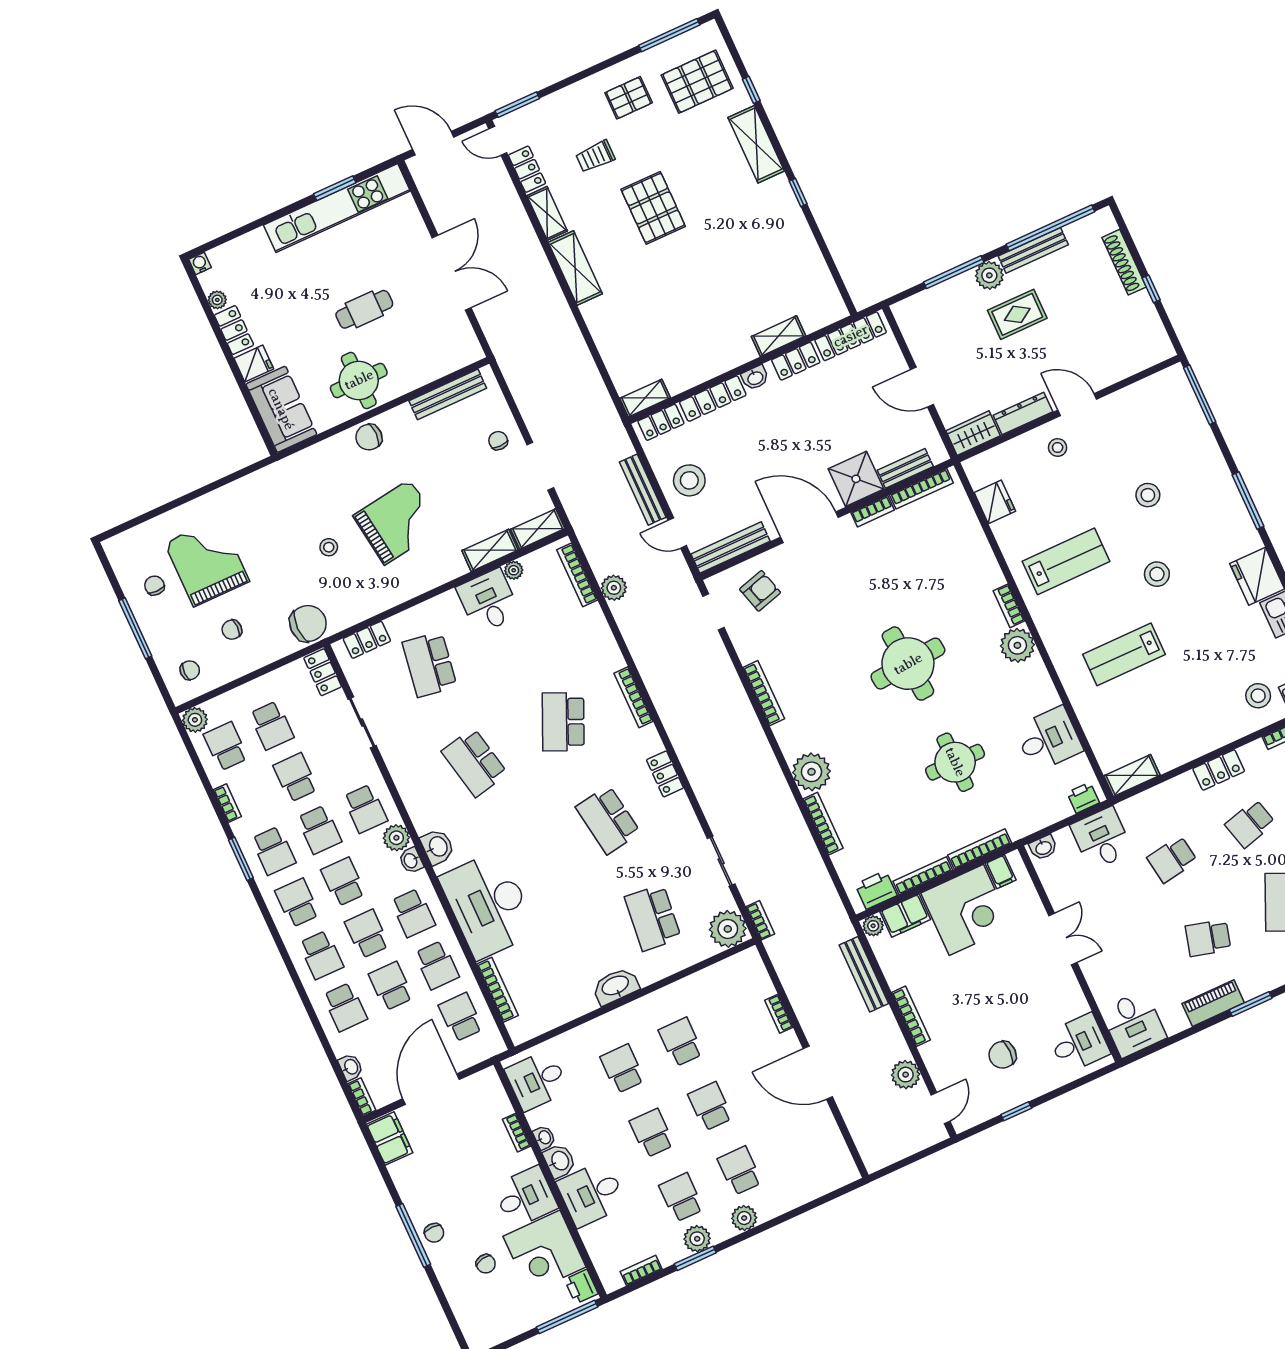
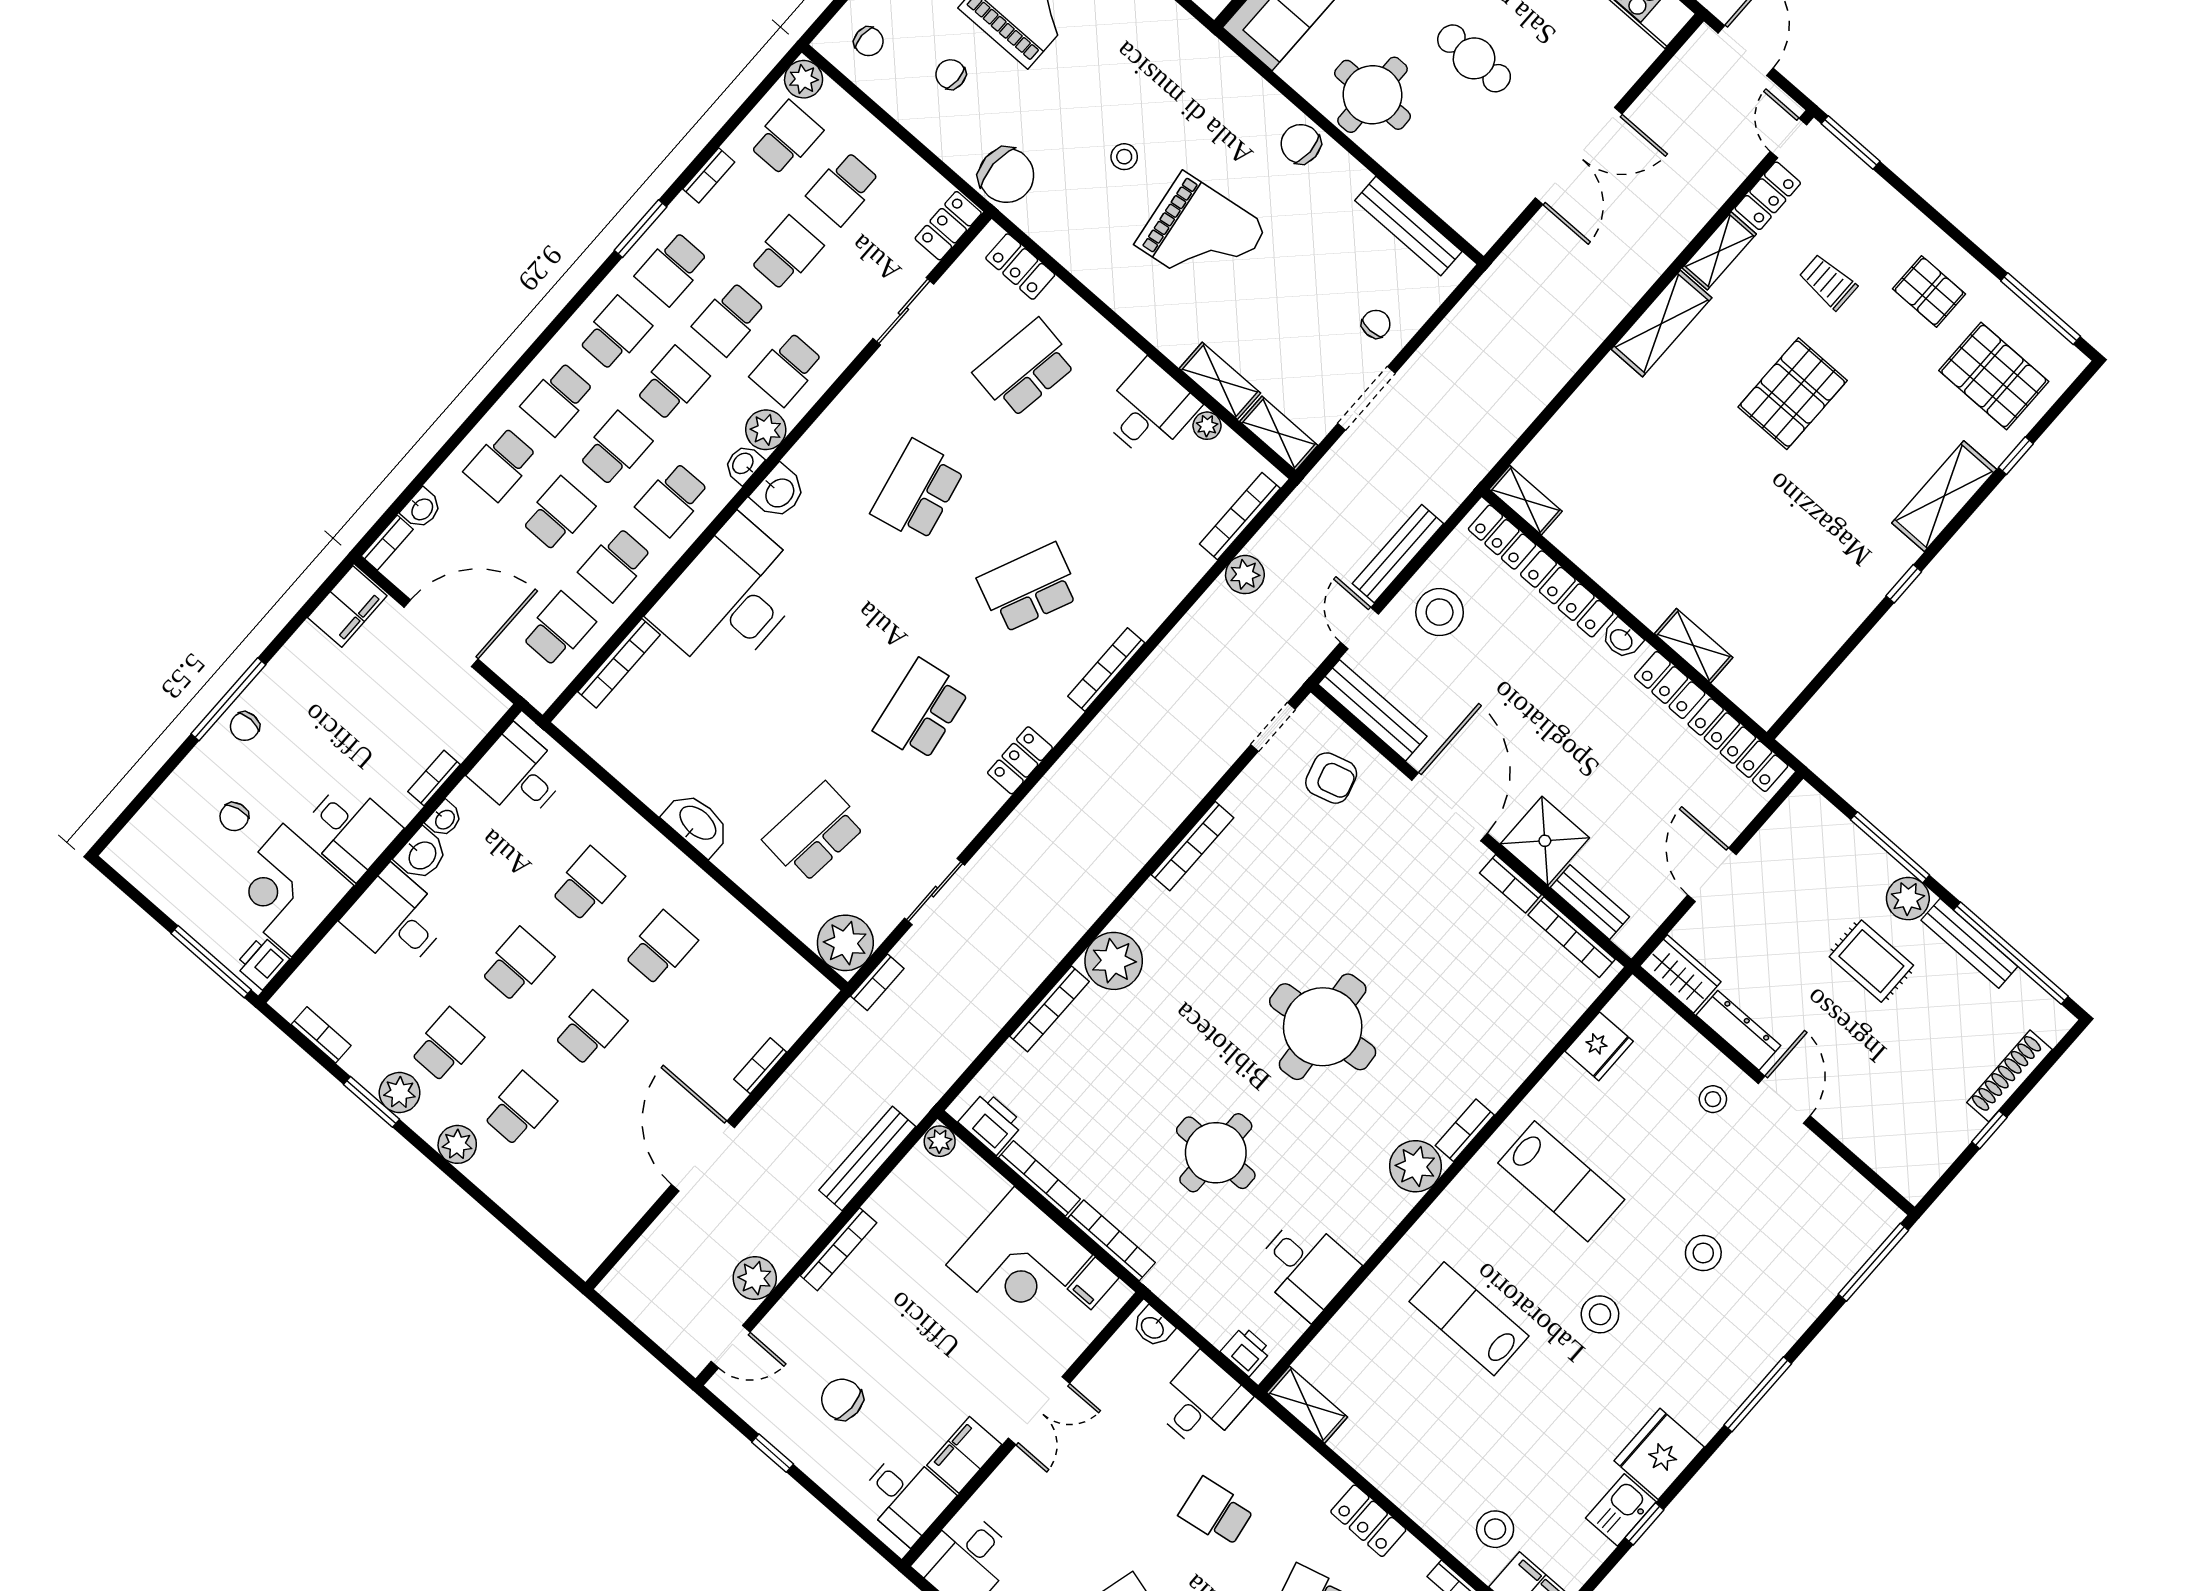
filing cabinet: (905, 916) -> (964, 1455), moved, turned 90

